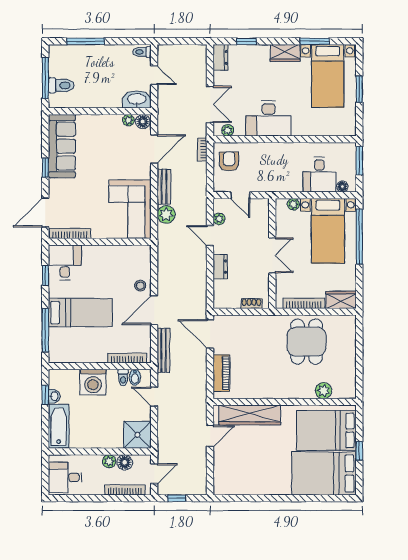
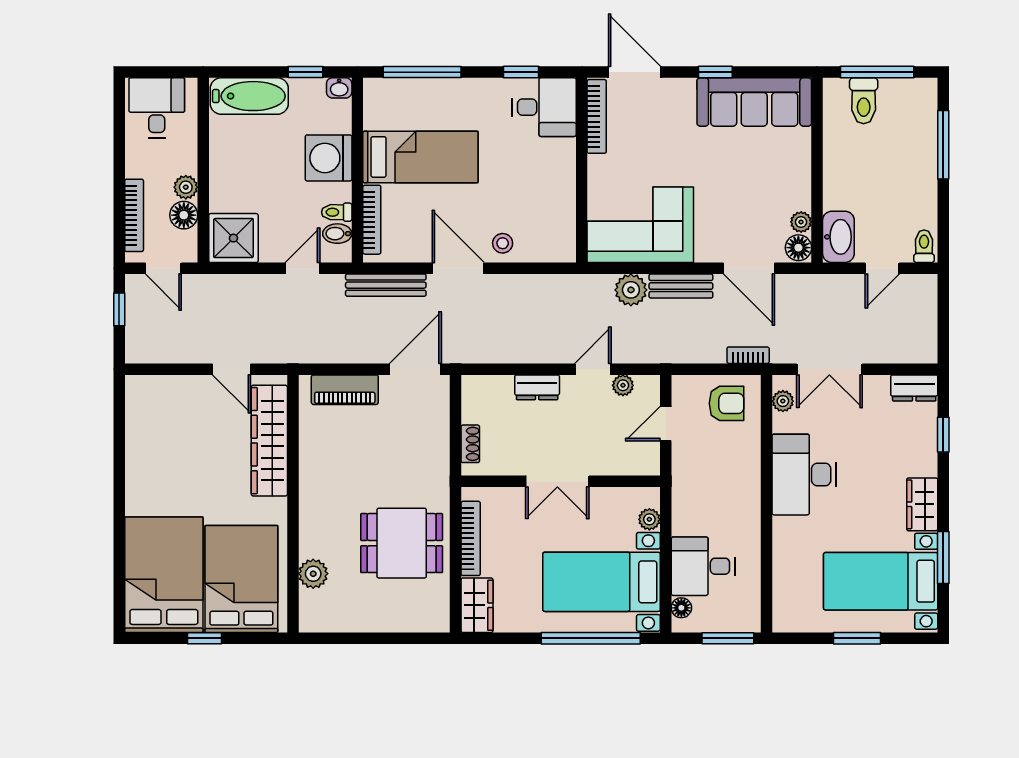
bed: (80, 313) -> (420, 157), moved, turned -90
washbasin: (54, 396) -> (339, 88), moved

